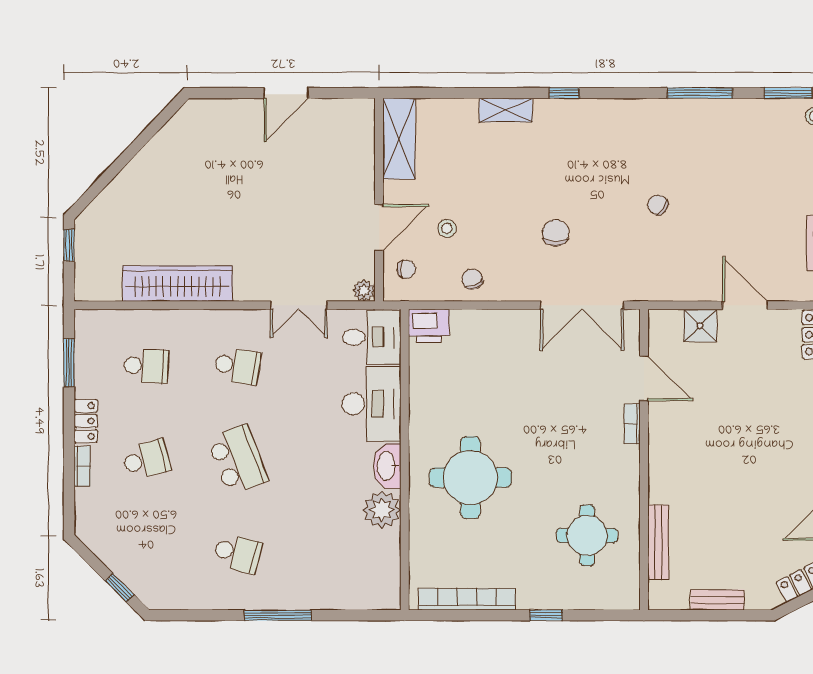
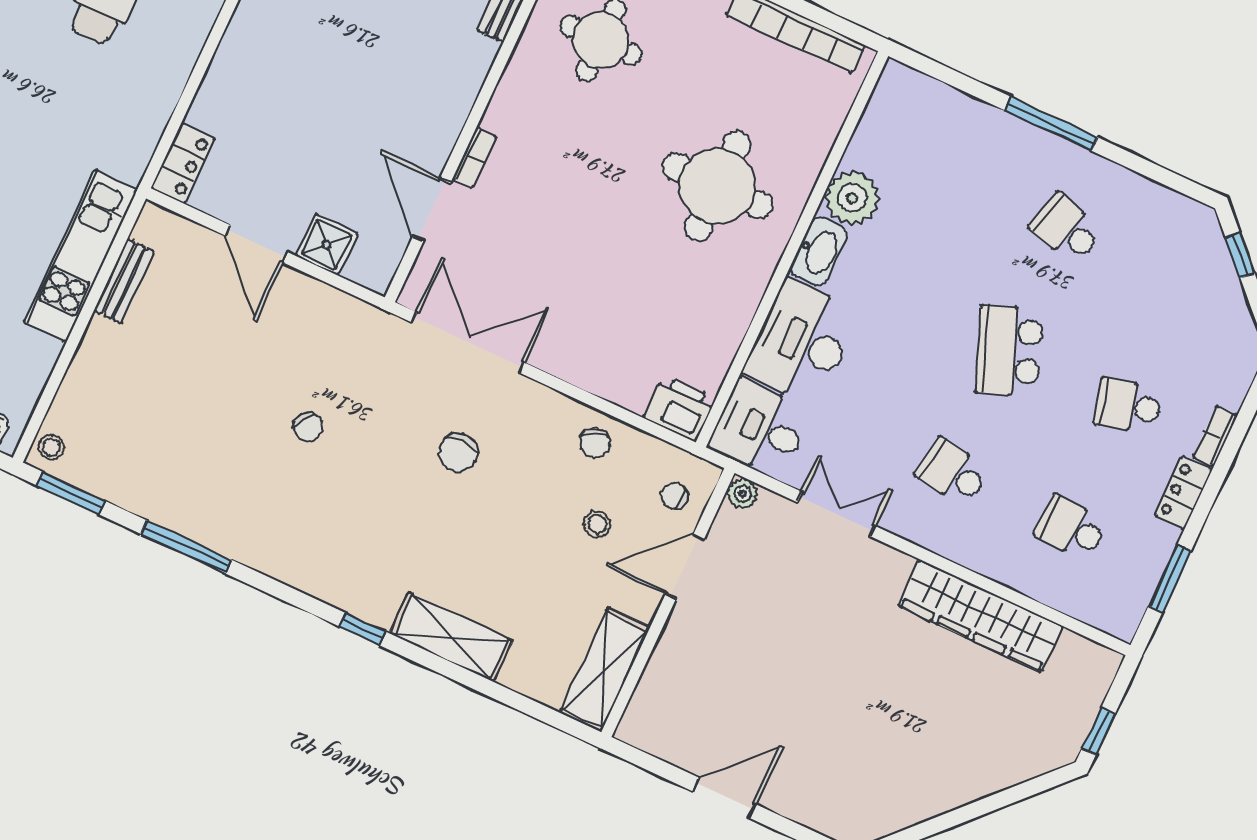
shelving: (506, 110) -> (451, 637), width x1.50, depth x1.33

